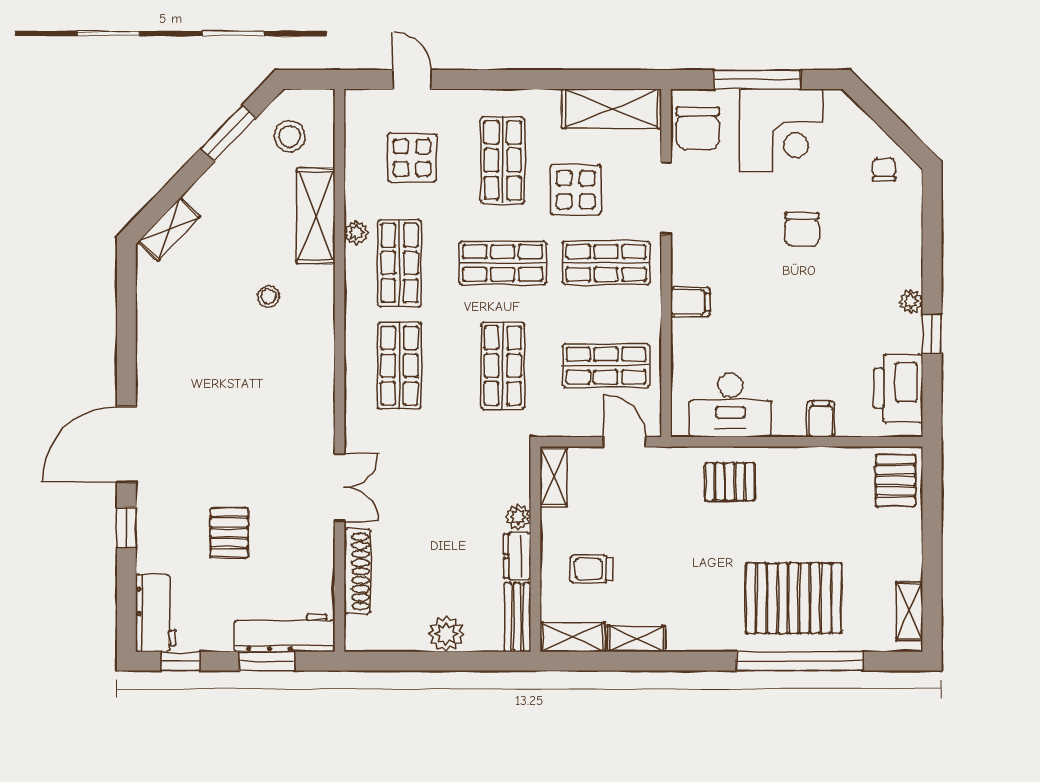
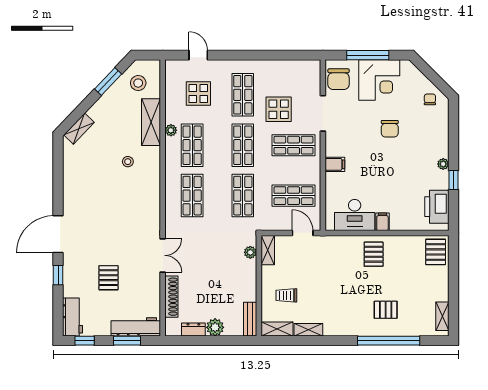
shelving: (612, 109) -> (296, 69), removed
shop shelf: (503, 263) -> (243, 145), turned 90
filing cabinet: (821, 419) -> (382, 222), moved
pallet: (730, 482) -> (374, 254), moved, turned 90
plant: (518, 517) -> (250, 252), moved
dresser: (517, 556) -> (193, 329), moved, turned 90
pallet: (794, 598) -> (386, 310), width x0.49, depth x0.50

